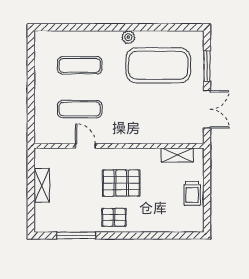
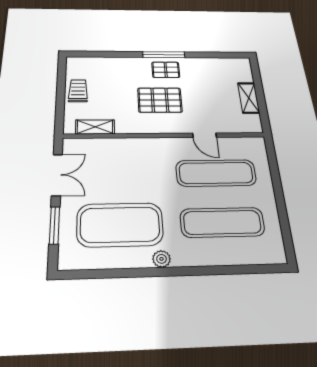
exercise mat: (80, 65) -> (222, 222), width x1.36, depth x1.45
exercise mat: (80, 109) -> (216, 173), width x1.36, depth x1.45
double door: (207, 109) -> (57, 175), swing flipped
window: (76, 236) -> (164, 55), moved

